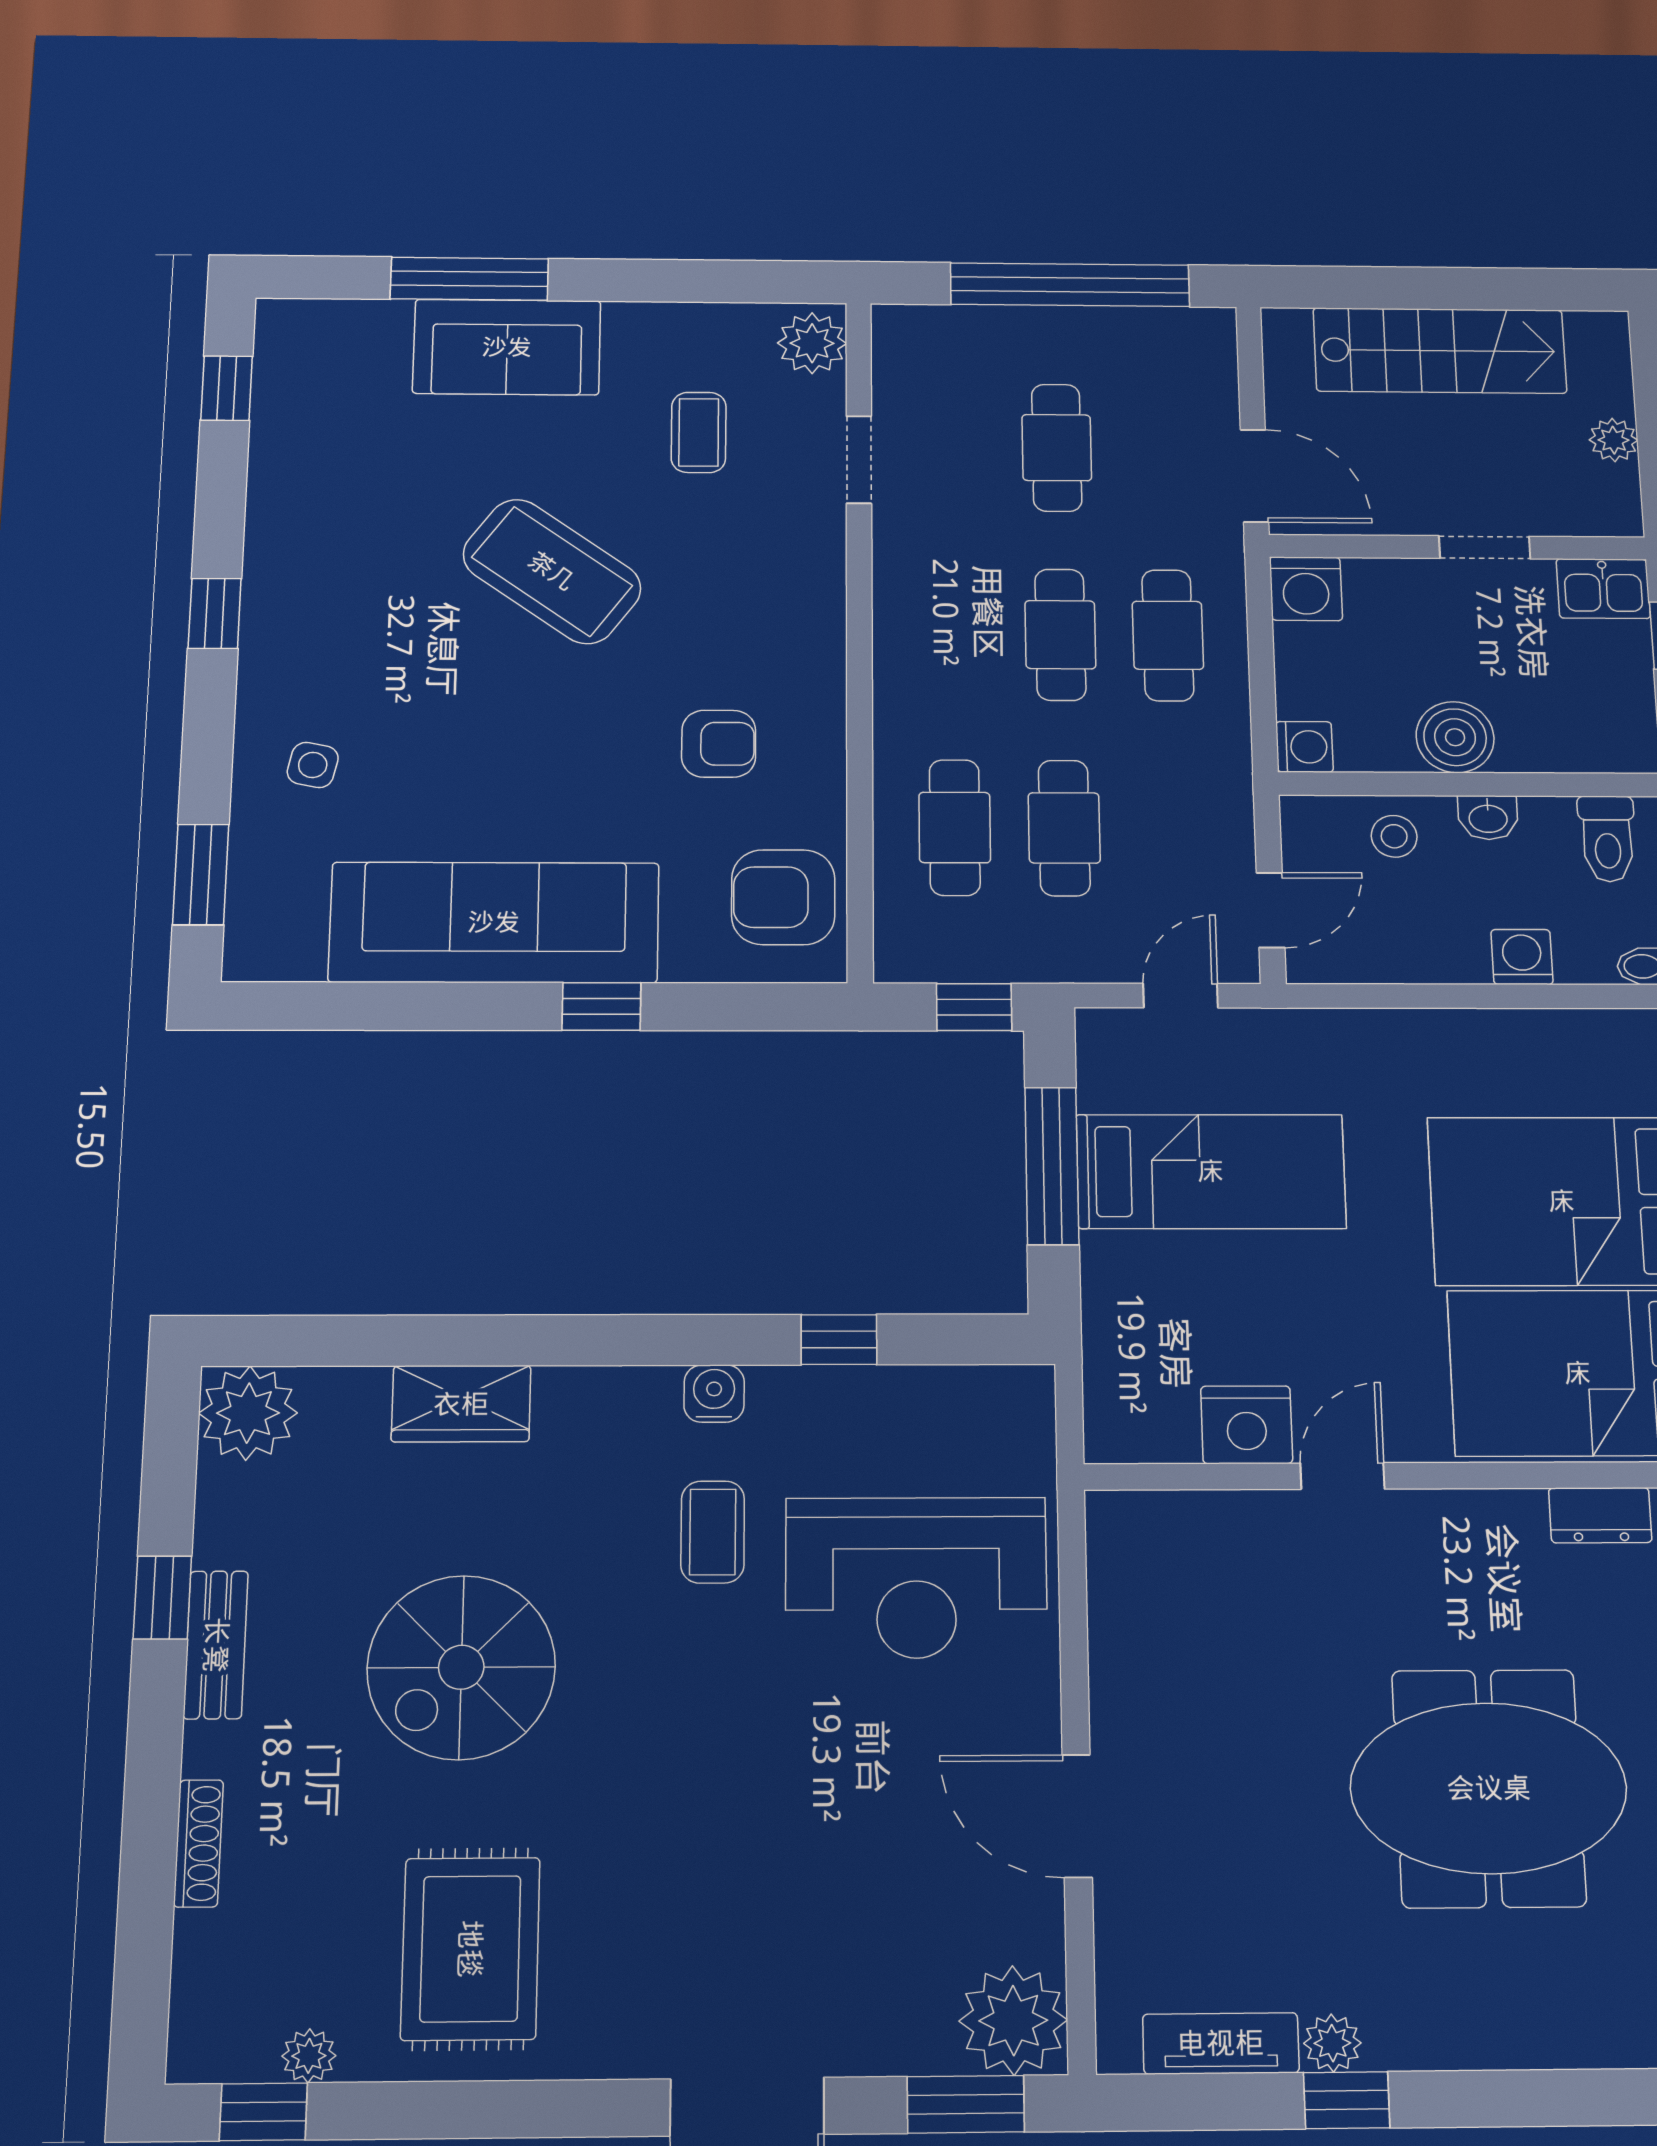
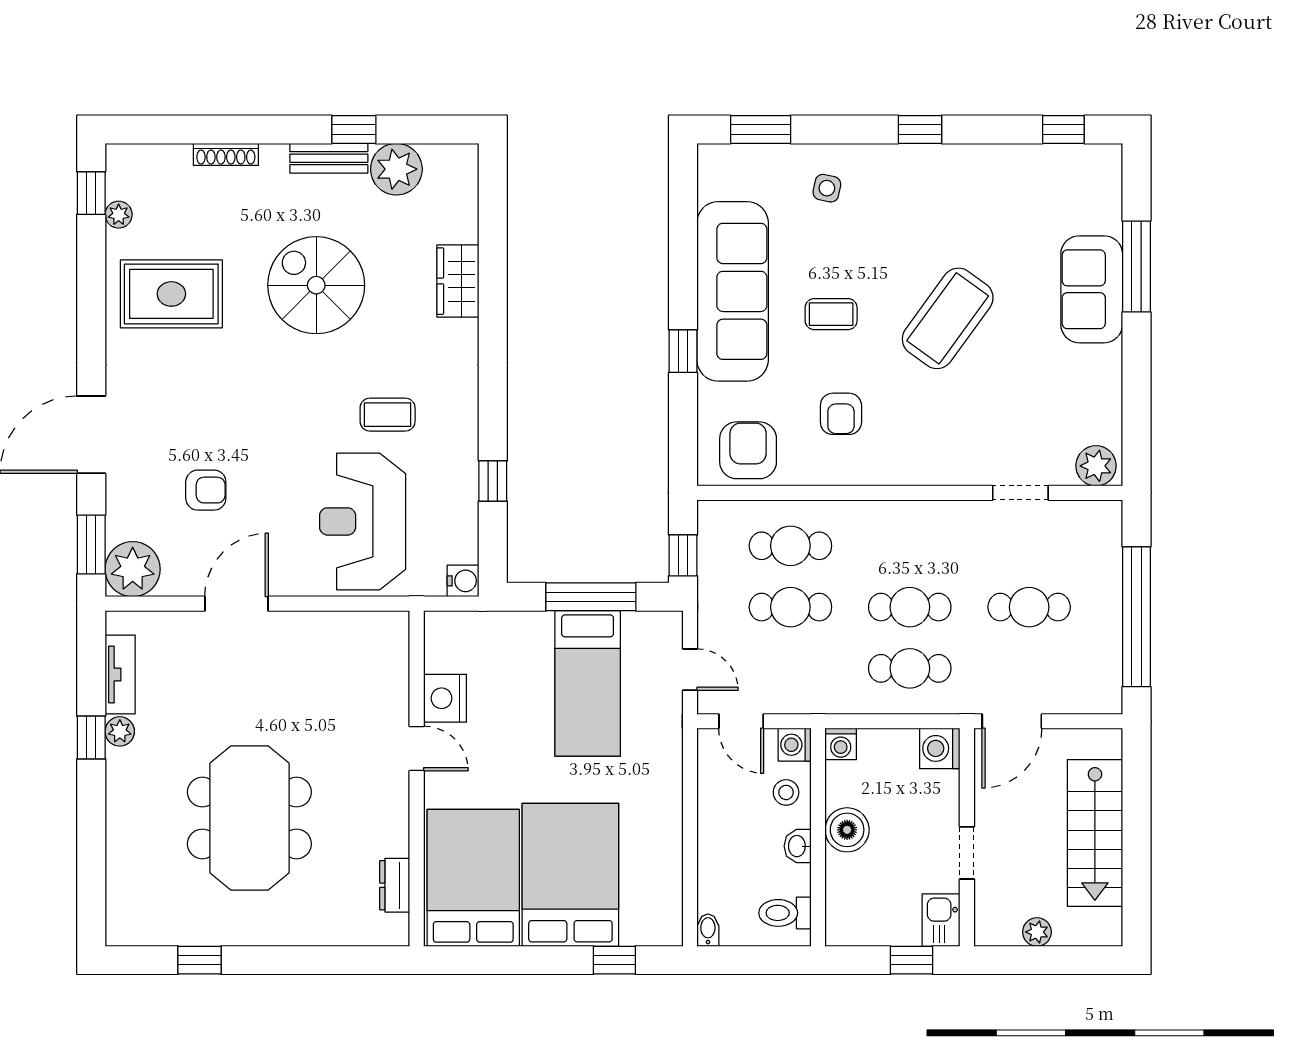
coffee table: (699, 432) -> (831, 314), moved
washing machine: (1522, 957) -> (795, 745), moved, turned 180
water cooler: (714, 1394) -> (463, 581), moved
plant: (248, 1413) -> (396, 169), moved
armchair: (857, 1877) -> (206, 490), added

